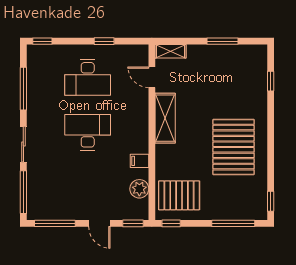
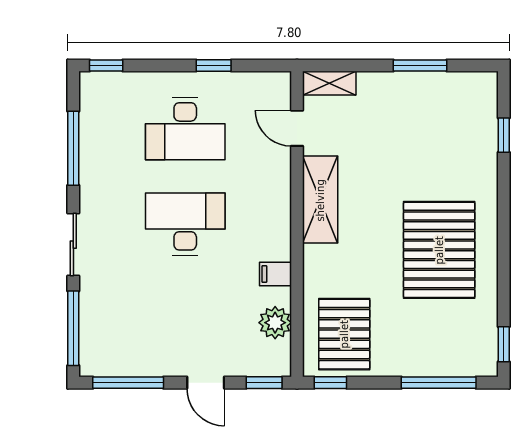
pallet: (179, 195) -> (344, 334), turned 90

